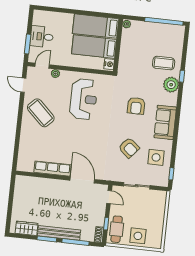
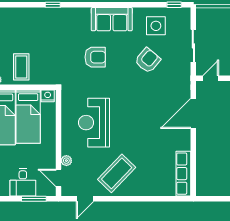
coffee table: (164, 63) -> (21, 67), moved
plant: (171, 85) -> (65, 17), removed
reception desk: (84, 99) -> (94, 123), turned -90
row of seats: (53, 169) -> (183, 174), moved

